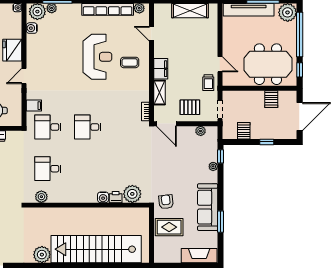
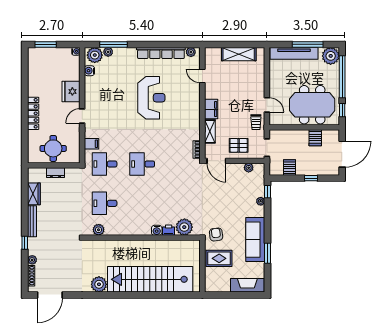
coffee table: (130, 62) -> (182, 103), removed

